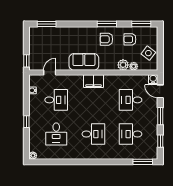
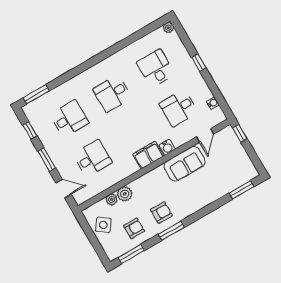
sofa: (84, 62) -> (185, 164), moved
water cooler: (153, 79) -> (167, 147), moved

